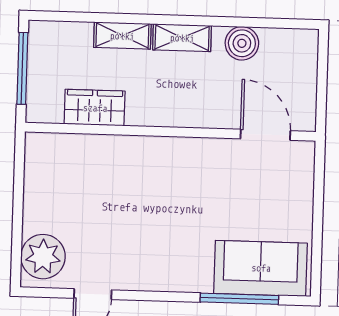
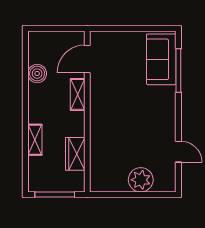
shelving: (182, 38) -> (78, 94), moved
plant: (43, 257) -> (141, 180), moved

